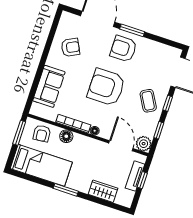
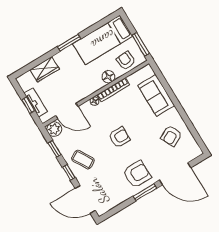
armchair: (106, 87) -> (119, 137), width x0.53, depth x0.53

